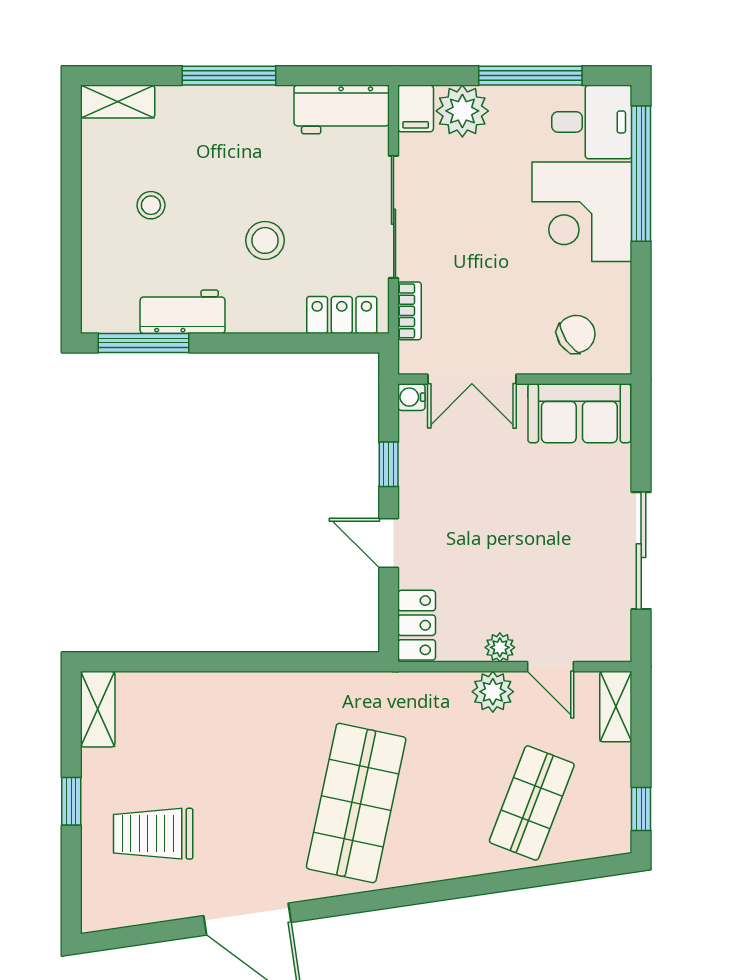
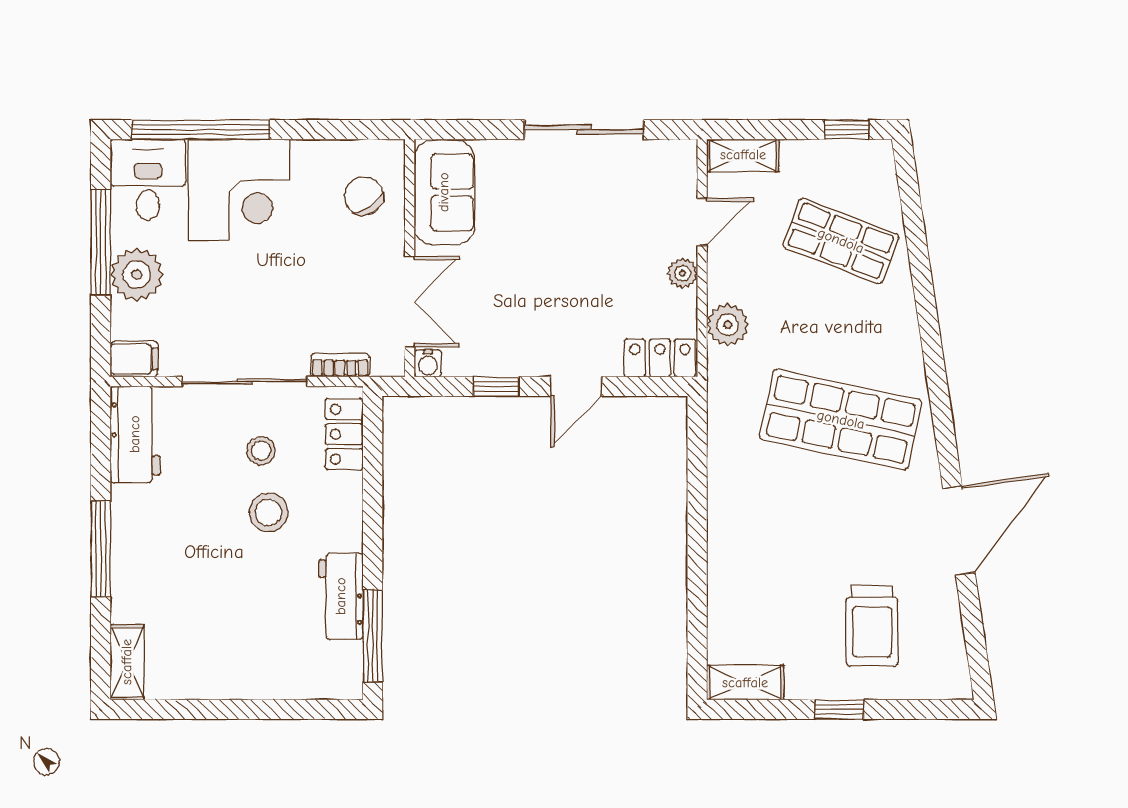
plant: (462, 111) -> (137, 275), moved
stool: (151, 205) -> (261, 451), moved
plant: (493, 692) -> (728, 325), moved

